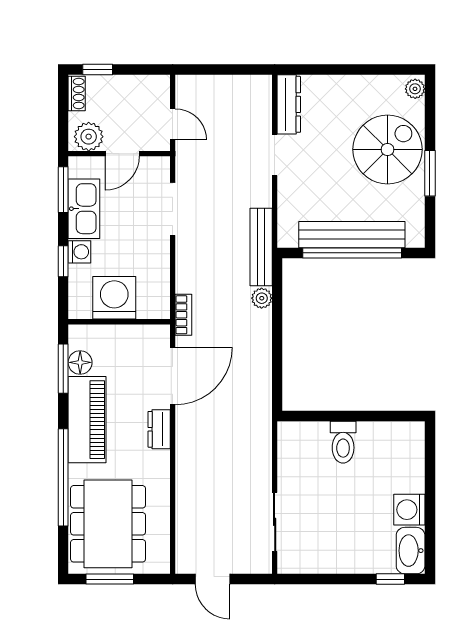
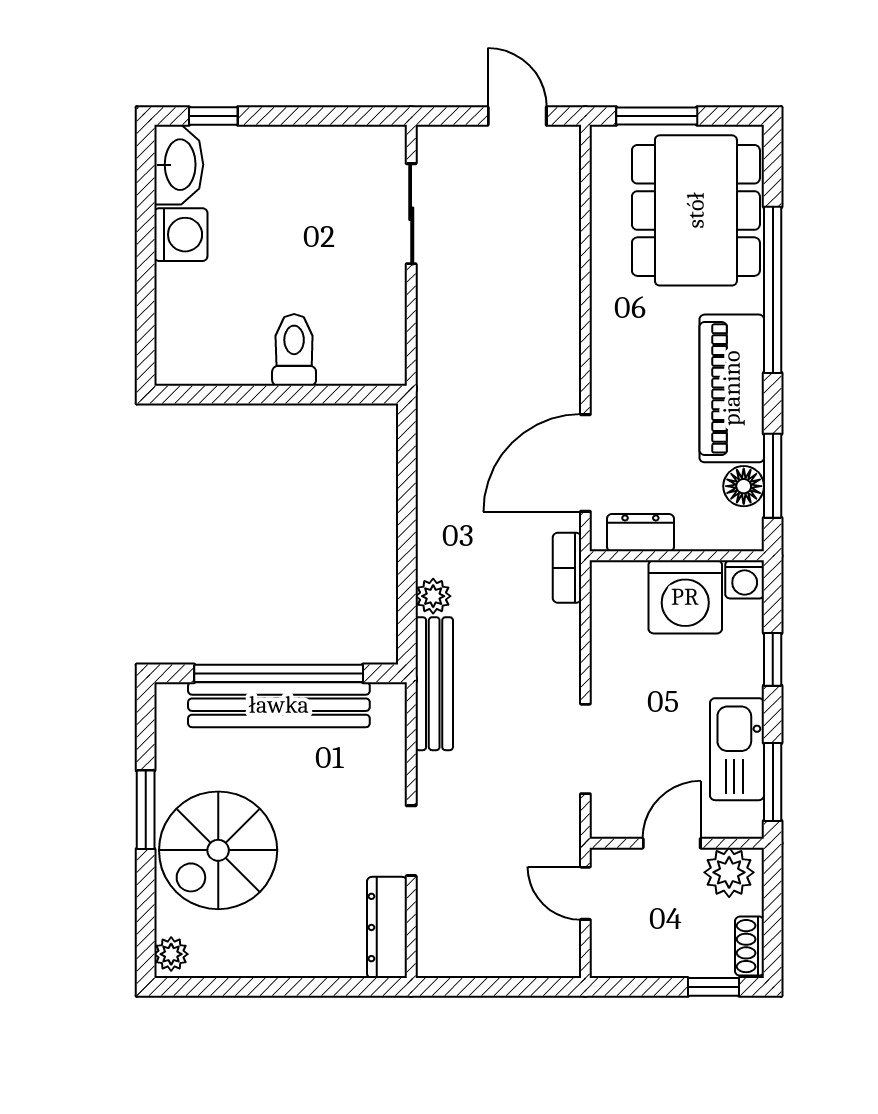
washing machine: (79, 252) -> (745, 579), moved, turned -90
dresser: (159, 429) -> (640, 533), moved, turned -90
window: (110, 579) -> (657, 116), moved

